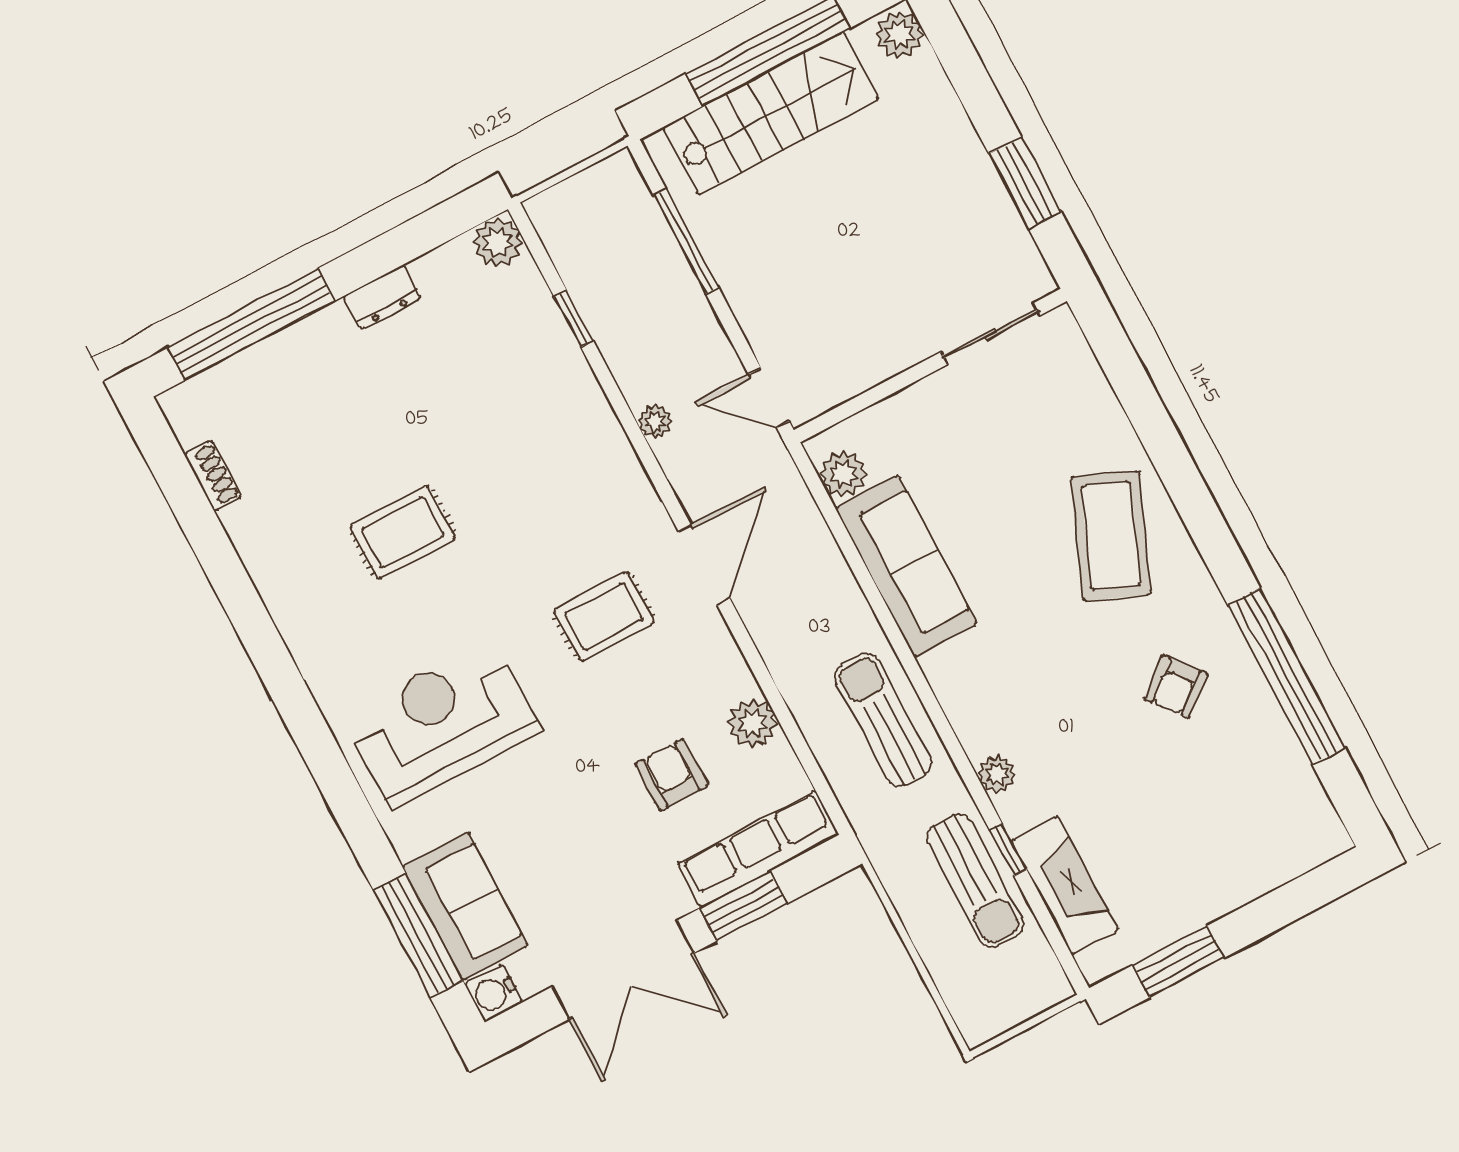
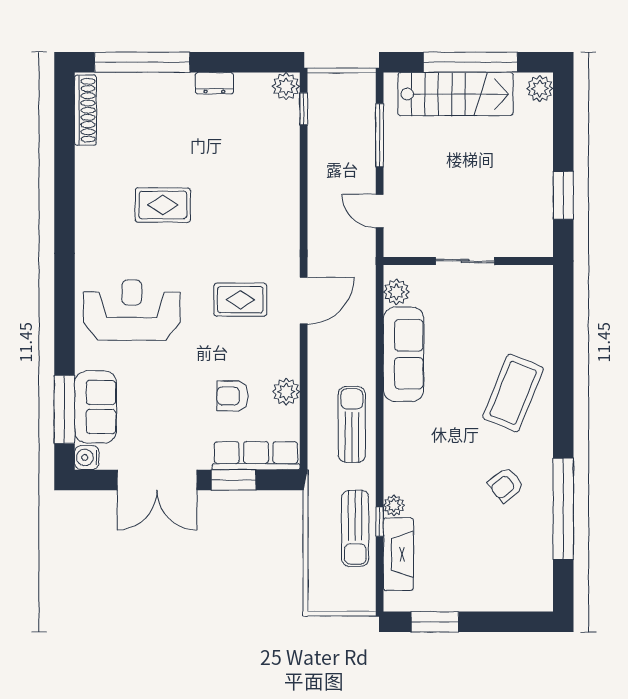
window: (574, 319) -> (304, 109), moved
sliding door: (990, 334) -> (465, 261), moved
door: (769, 398) -> (380, 211), moved
plant: (655, 422) -> (317, 217), removed
shoe rack: (213, 476) -> (85, 110), width x1.94, depth x1.24
plant: (997, 774) -> (394, 505), moved
armchair: (672, 775) -> (232, 396), turned -90

